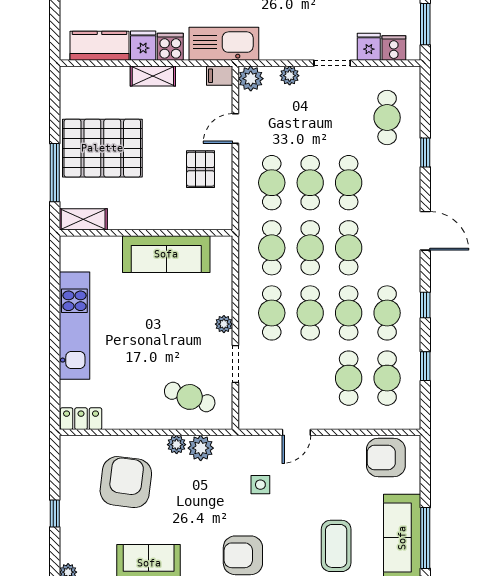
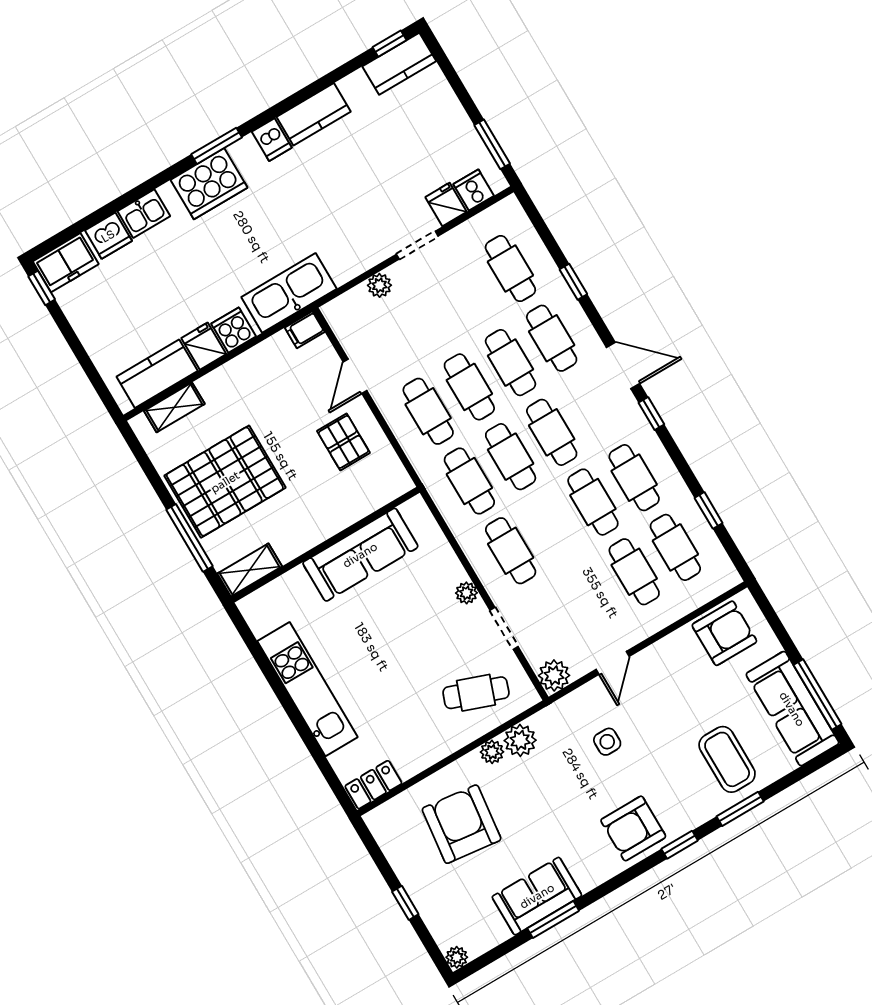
shelving: (153, 76) -> (174, 407), moved
plant: (251, 79) -> (554, 675), moved
window: (425, 305) -> (651, 414), moved
cafe table: (310, 313) -> (552, 338), moved
armchair: (386, 458) -> (724, 633), turned 180

